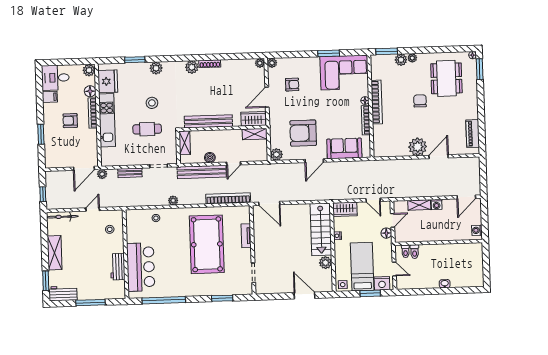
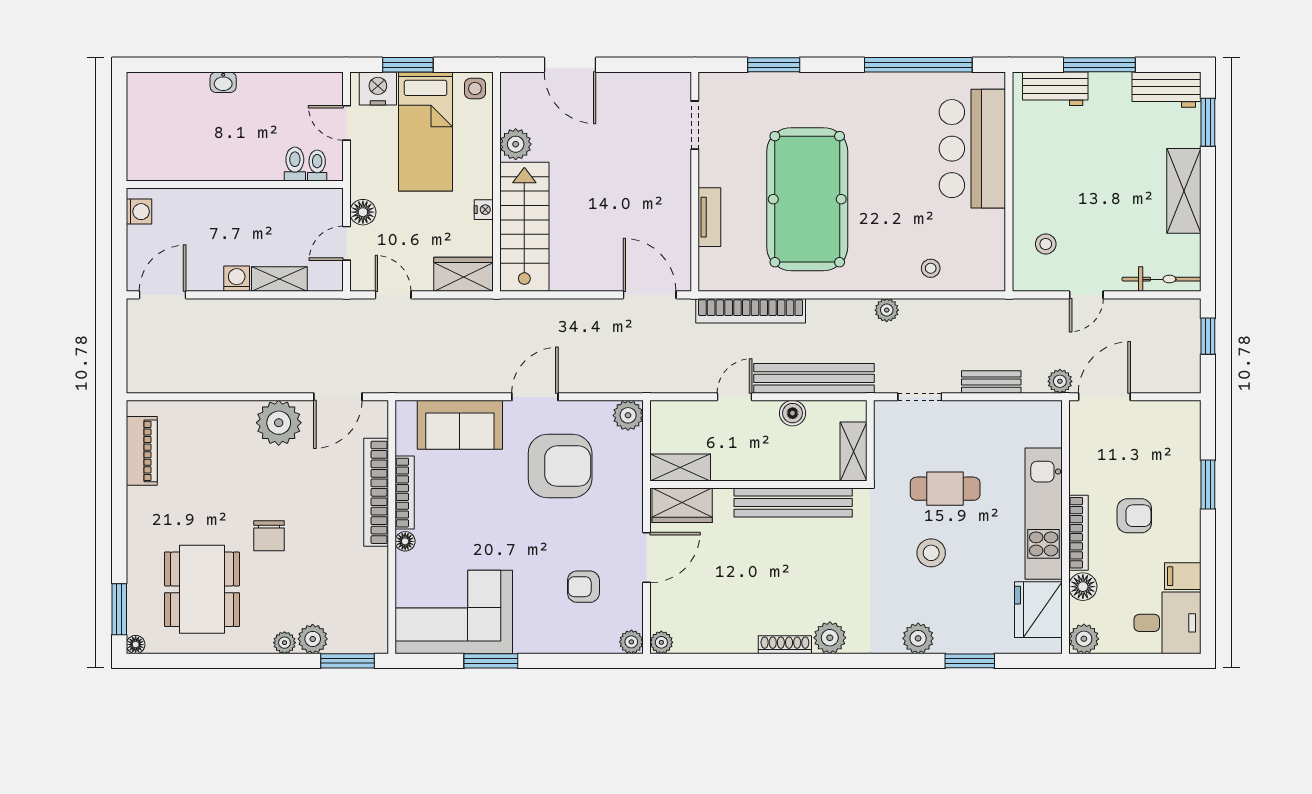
bookcase: (377, 102) -> (376, 492), moved
door: (439, 157) -> (338, 397), moved
workbench: (118, 267) -> (1055, 89), moved, turned 90

